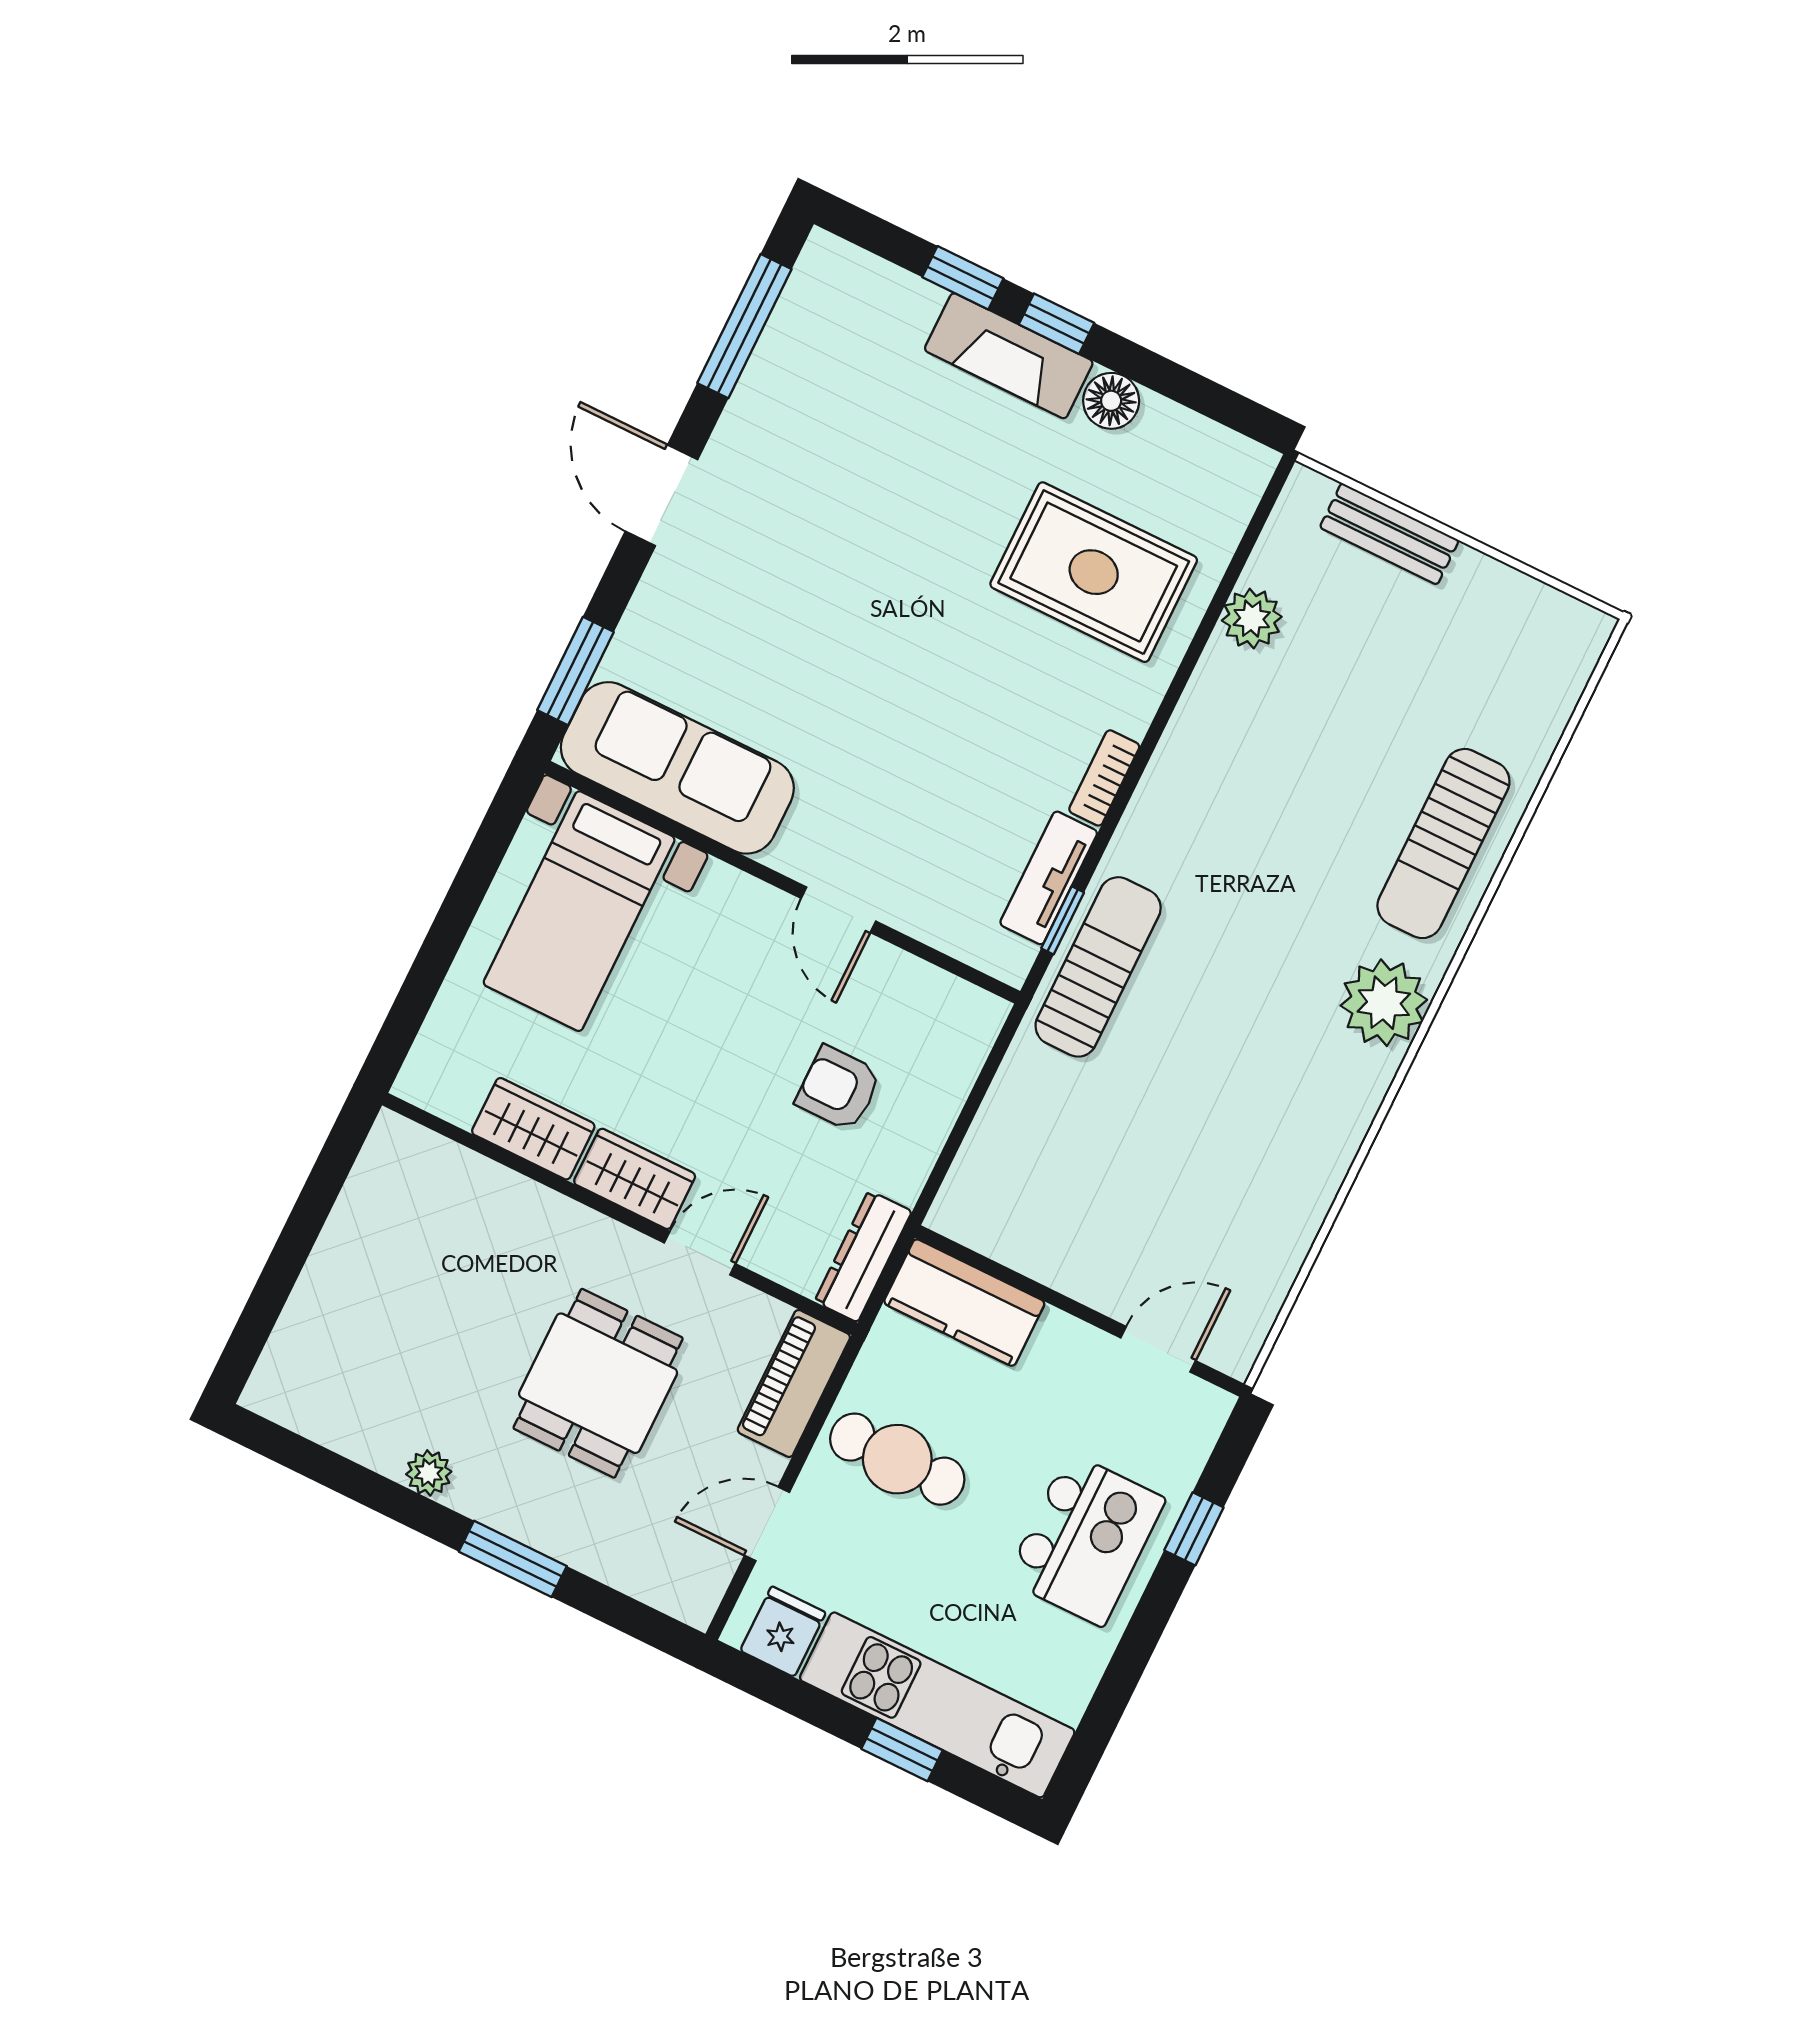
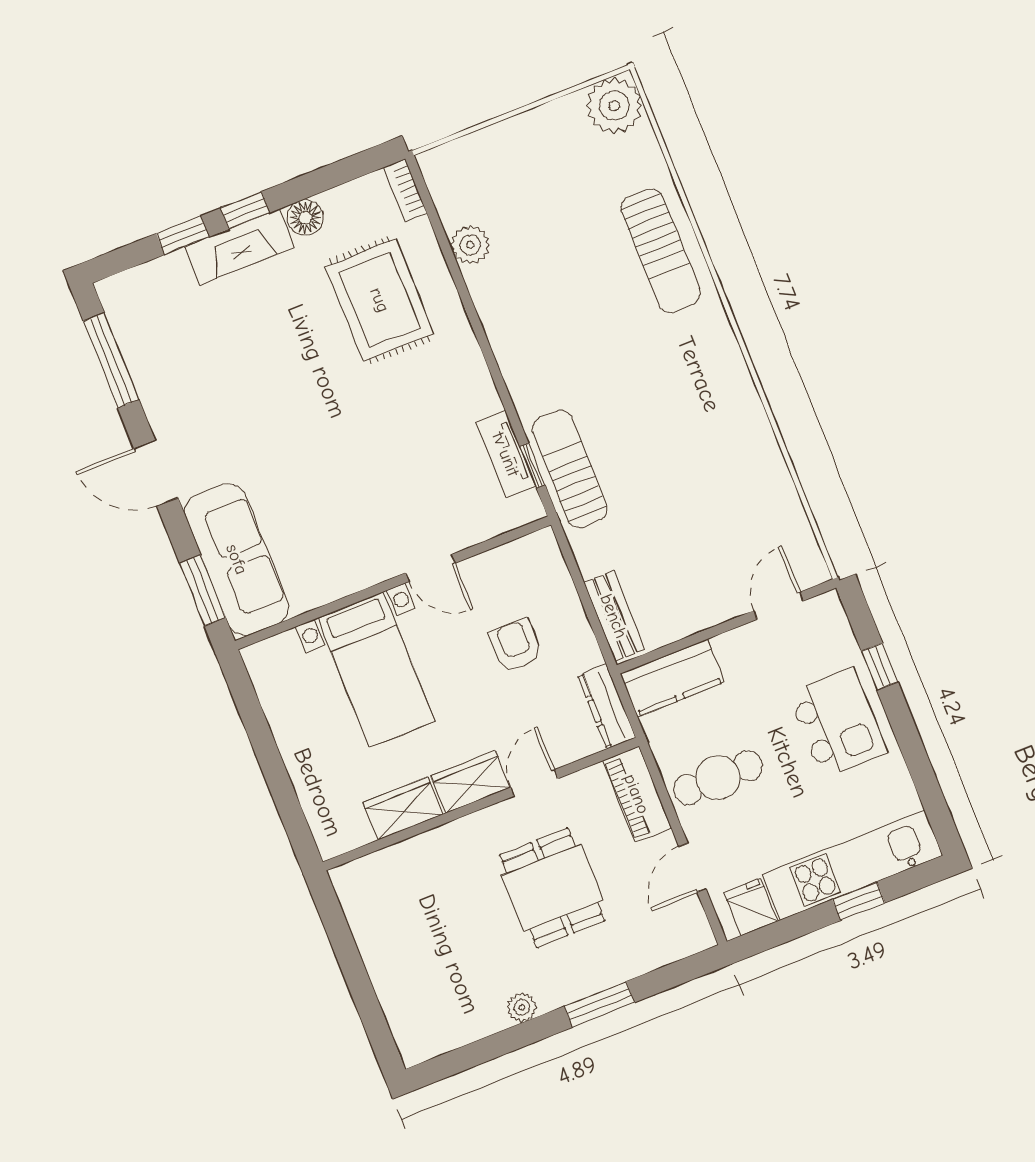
bench: (1389, 534) -> (614, 616), moved, turned 90
rug: (1094, 572) -> (380, 300), turned 90
sofa: (677, 768) -> (237, 559), moved, turned 90
bookcase: (1104, 778) -> (405, 190), moved
bed with nightstands: (579, 911) -> (376, 670), moved
plant: (1384, 1003) -> (614, 106), moved
armchair: (839, 1088) -> (516, 645), turned 90

